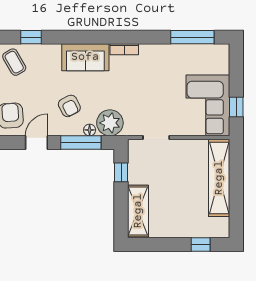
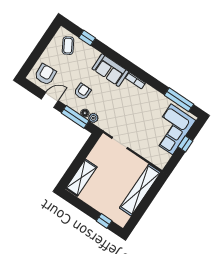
corner sofa: (208, 105) -> (172, 129), moved
armchair: (69, 106) -> (83, 92), turned -153
window: (236, 107) -> (185, 144), moved
plant: (110, 123) -> (93, 118), width x0.53, depth x0.53
window: (121, 172) -> (86, 149), removed

